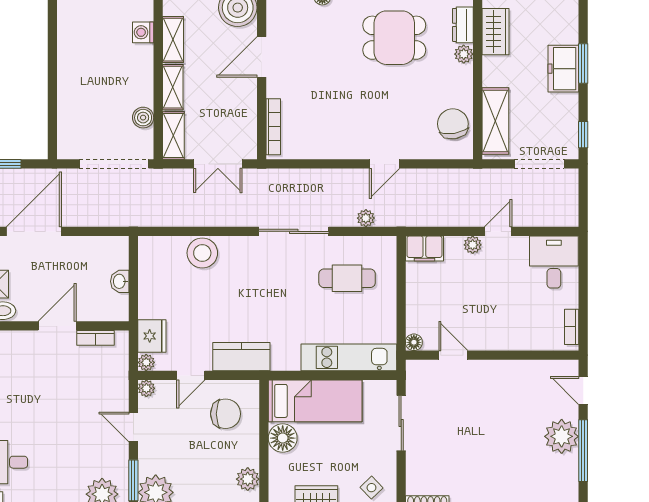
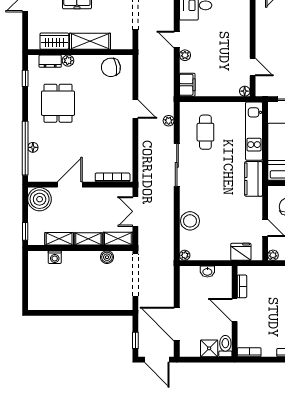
door: (262, 57) -> (70, 185), swing flipped
shelving: (495, 121) -> (90, 41), moved
double door: (218, 164) -> (135, 211), swing flipped
door: (453, 355) -> (253, 67), swing flipped
kitchen counter: (241, 357) -> (254, 179), moved
plant: (146, 362) -> (185, 255), moved

